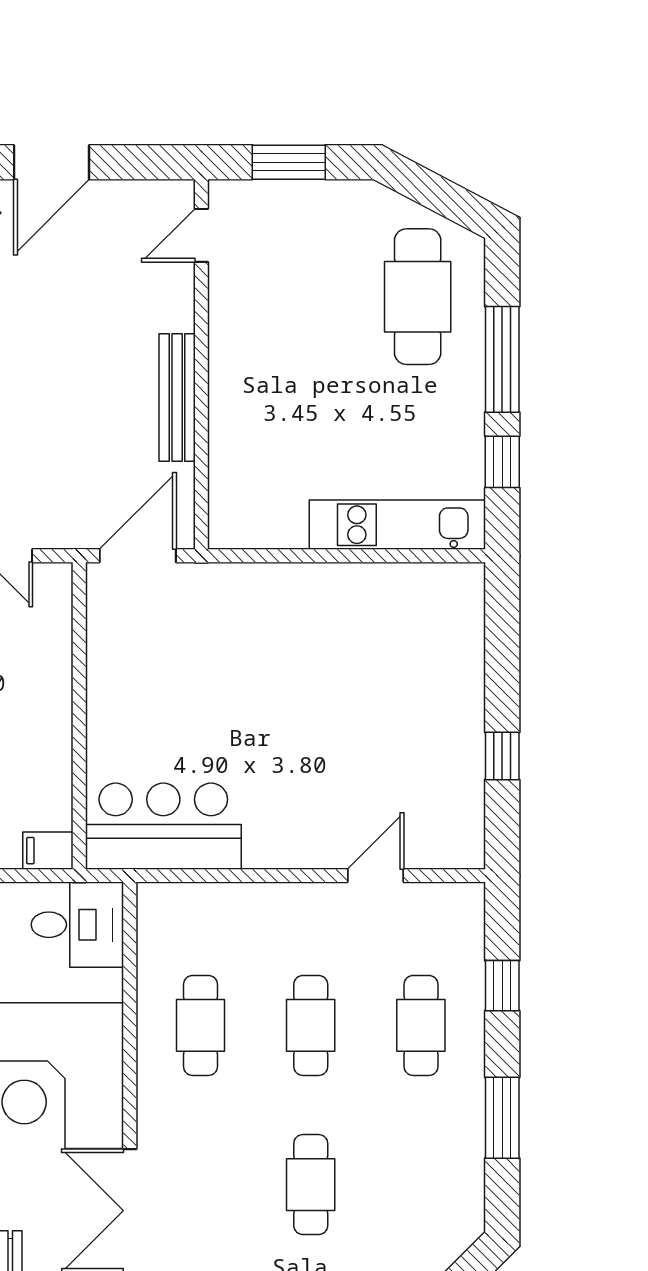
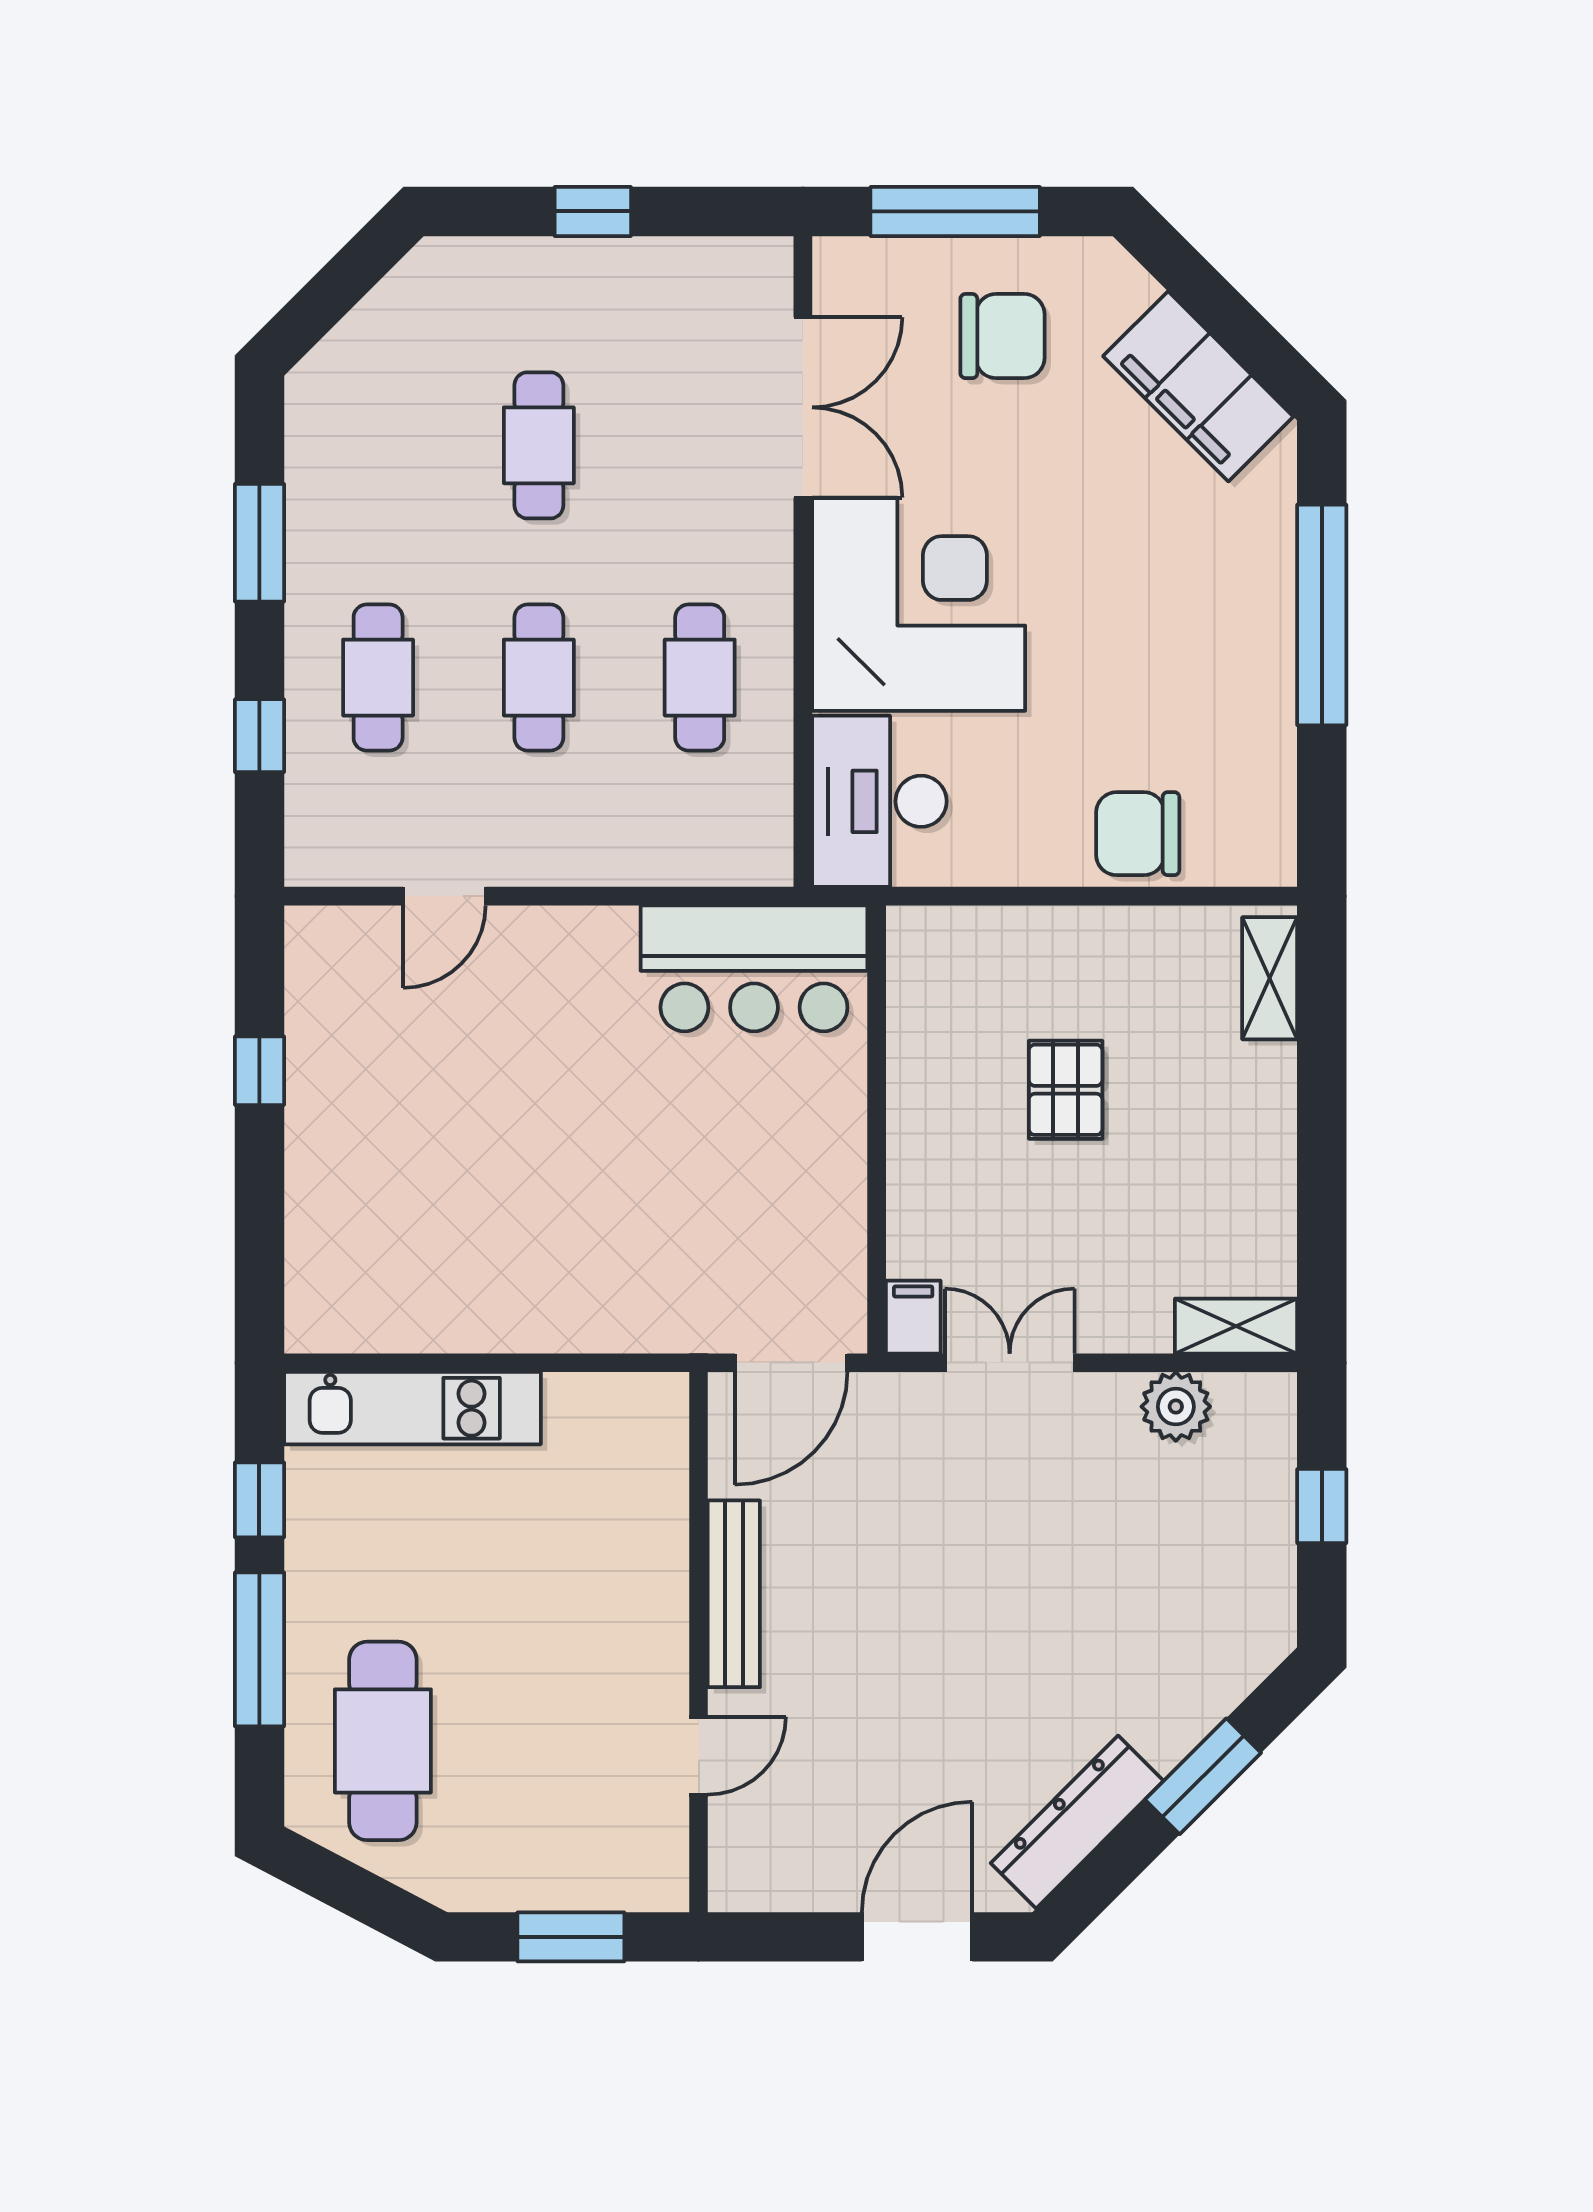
door: (201, 235) -> (699, 1756), moved
filing cabinet: (48, 851) -> (913, 1317), moved, turned -90
desk: (77, 925) -> (879, 801), width x1.37

